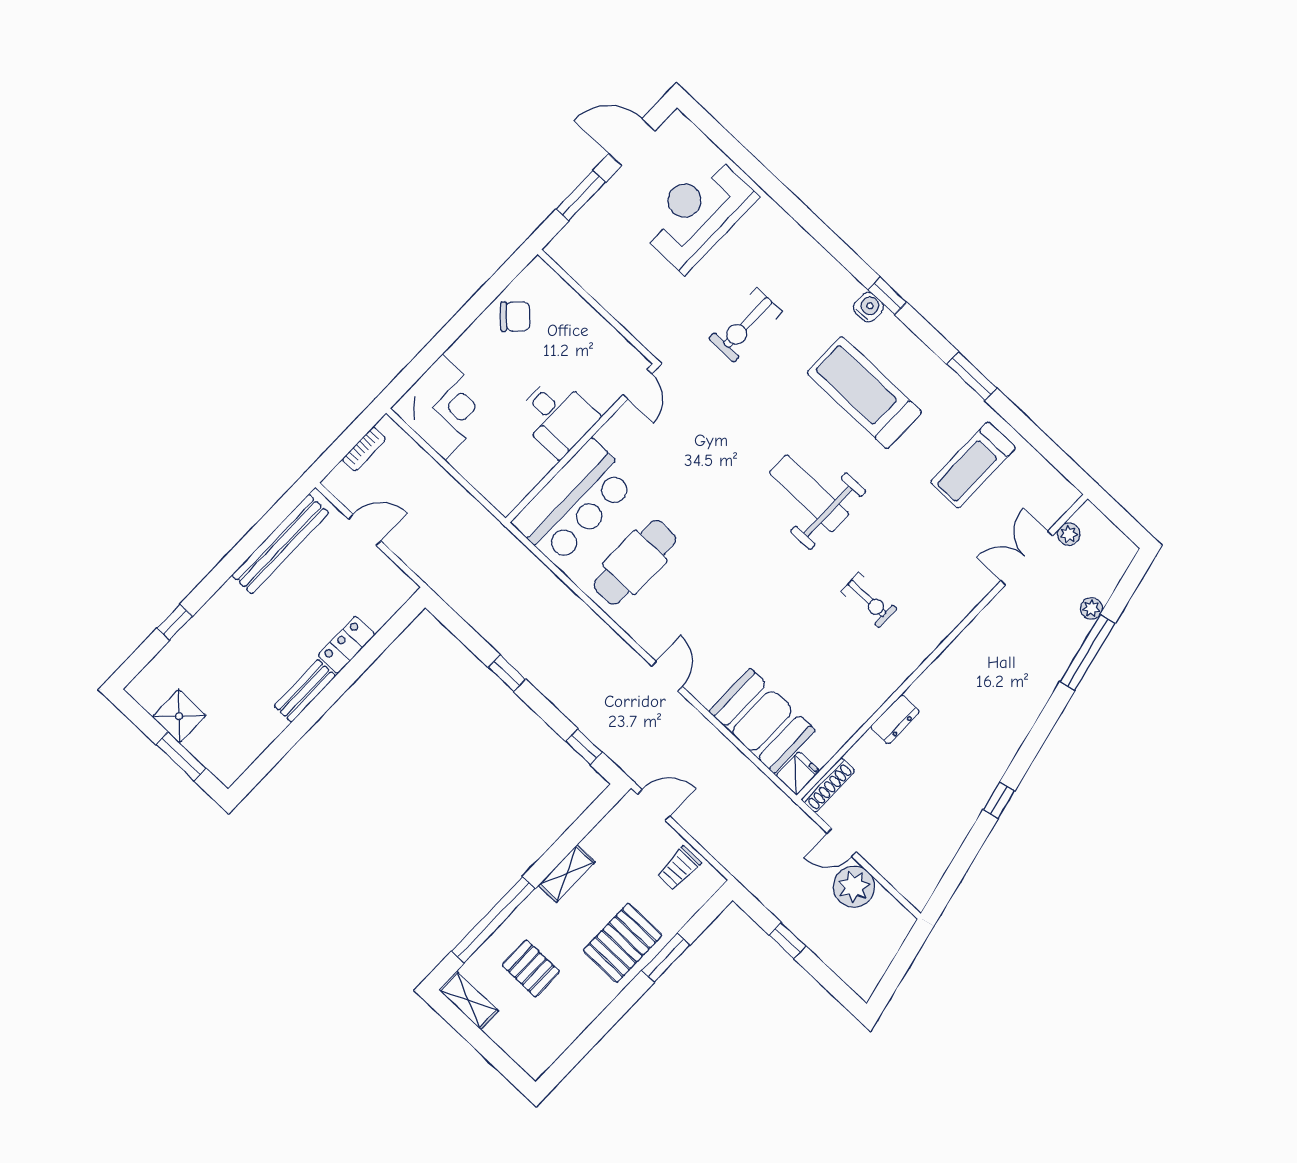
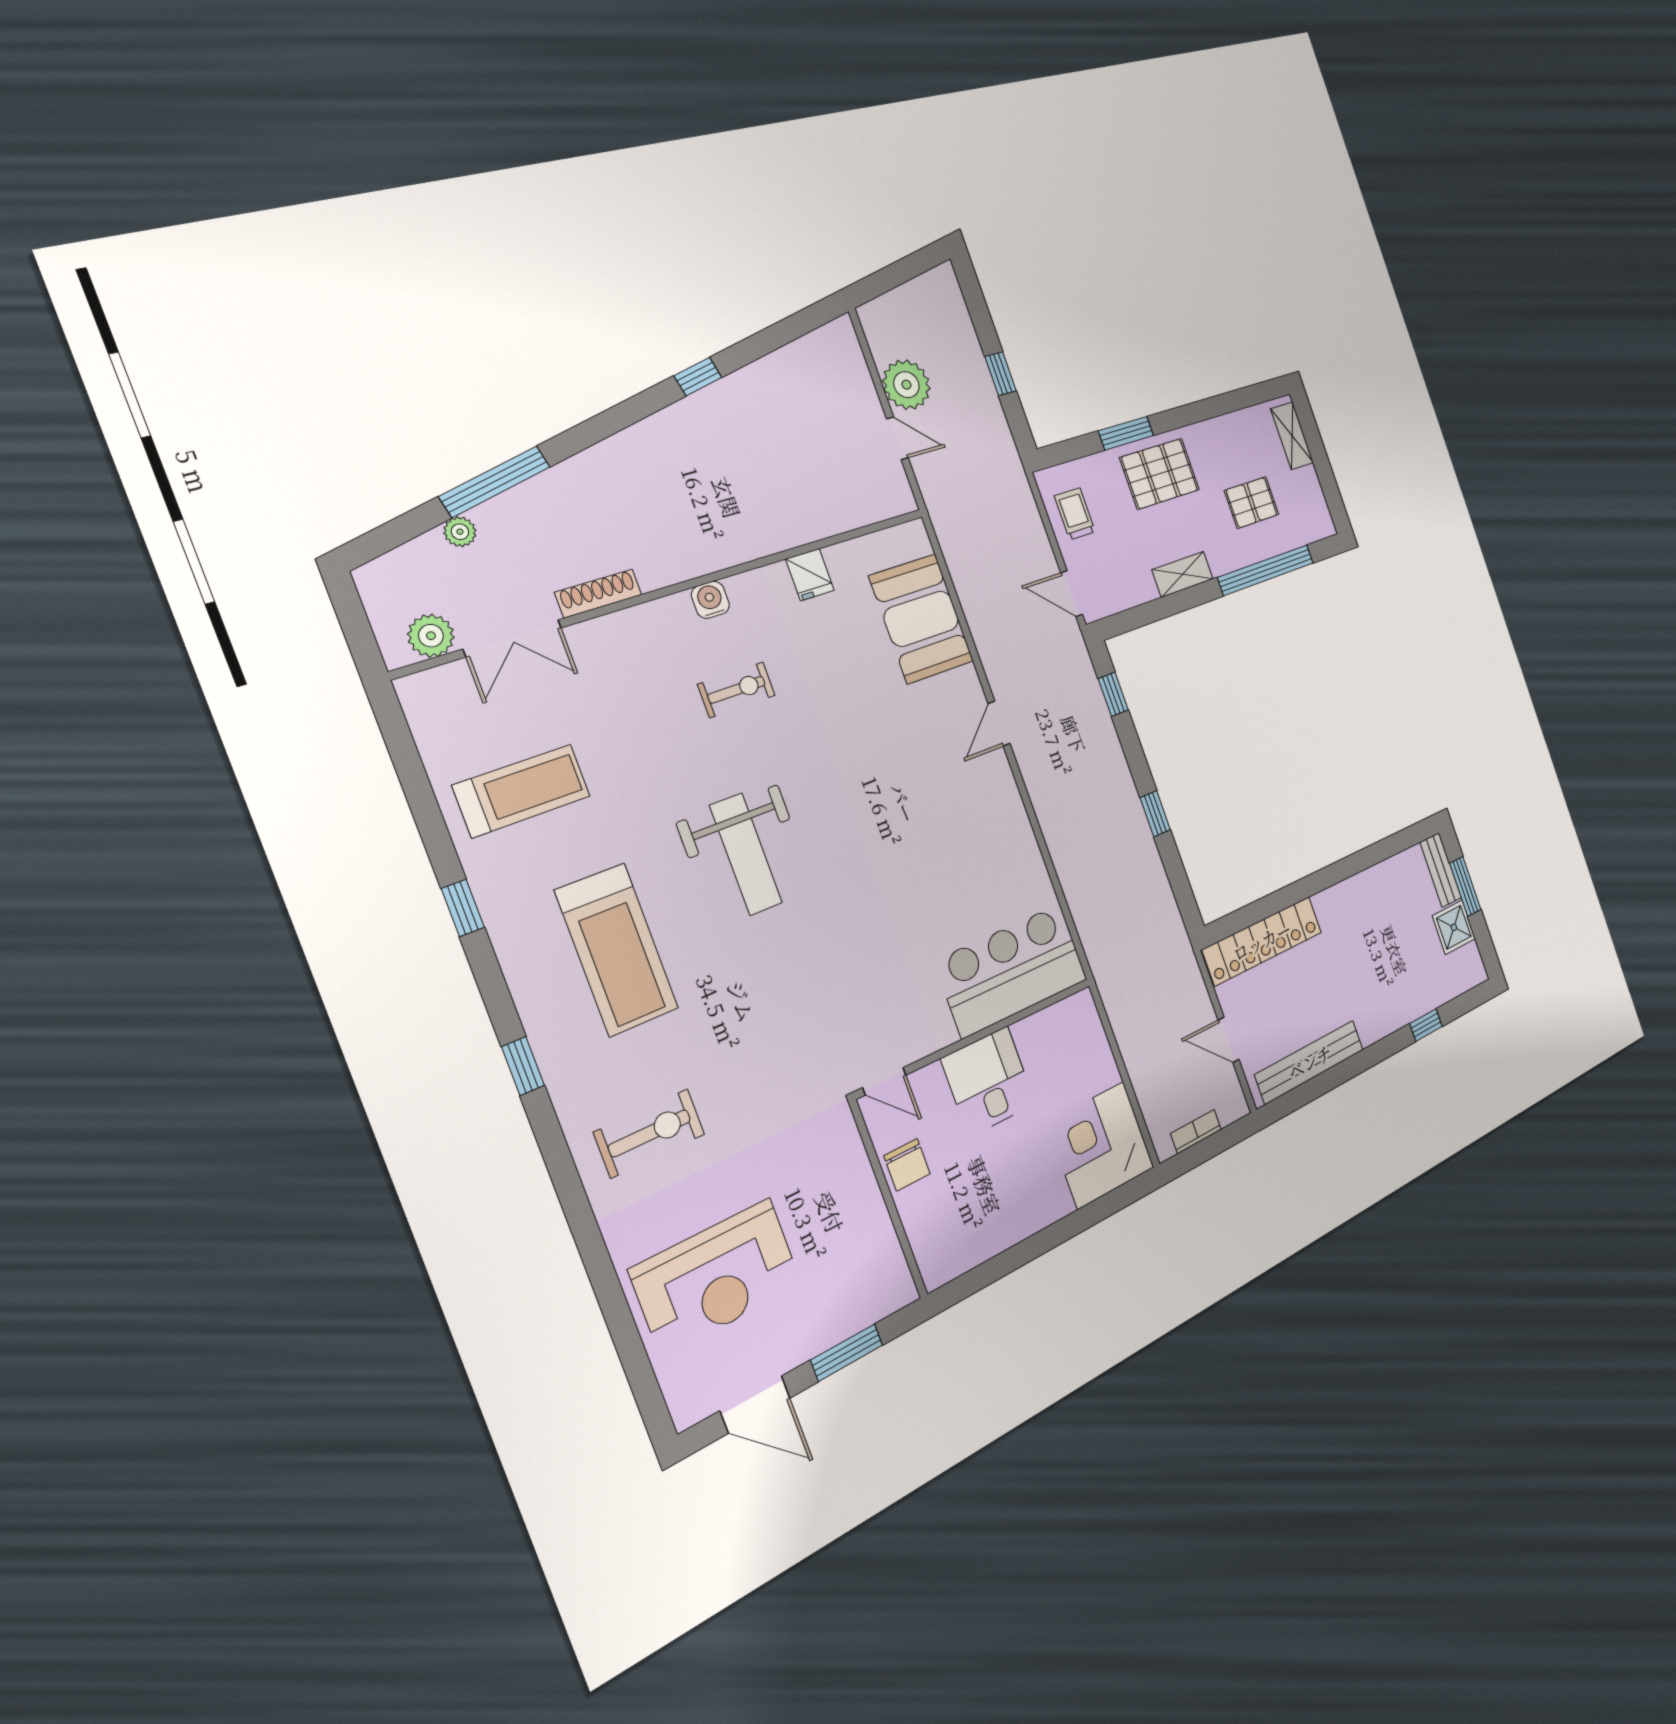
water cooler: (868, 307) -> (710, 600), moved, turned 90
chair: (515, 316) -> (907, 1165), moved, turned -136
exercise bike: (745, 325) -> (650, 1133), moved
window: (972, 376) -> (463, 908), width x0.67
door: (637, 384) -> (884, 1081), swing flipped
plant: (1069, 534) -> (431, 636), width x1.38, depth x1.38
cafe table: (635, 562) -> (978, 869), removed
exercise bike: (869, 600) -> (736, 690), turned 90
locker: (346, 645) -> (1262, 941), width x2.16, depth x1.21
bench: (305, 691) -> (1441, 870), moved, turned 90
dresser: (895, 719) -> (773, 537), removed
fridge: (798, 773) -> (810, 575), moved, turned -90
shoe rack: (828, 785) -> (598, 593), moved
trolley: (679, 868) -> (1075, 514), turned -90
pallet: (531, 968) -> (1252, 503), turned 90
shelving: (469, 1000) -> (1292, 436), moved

